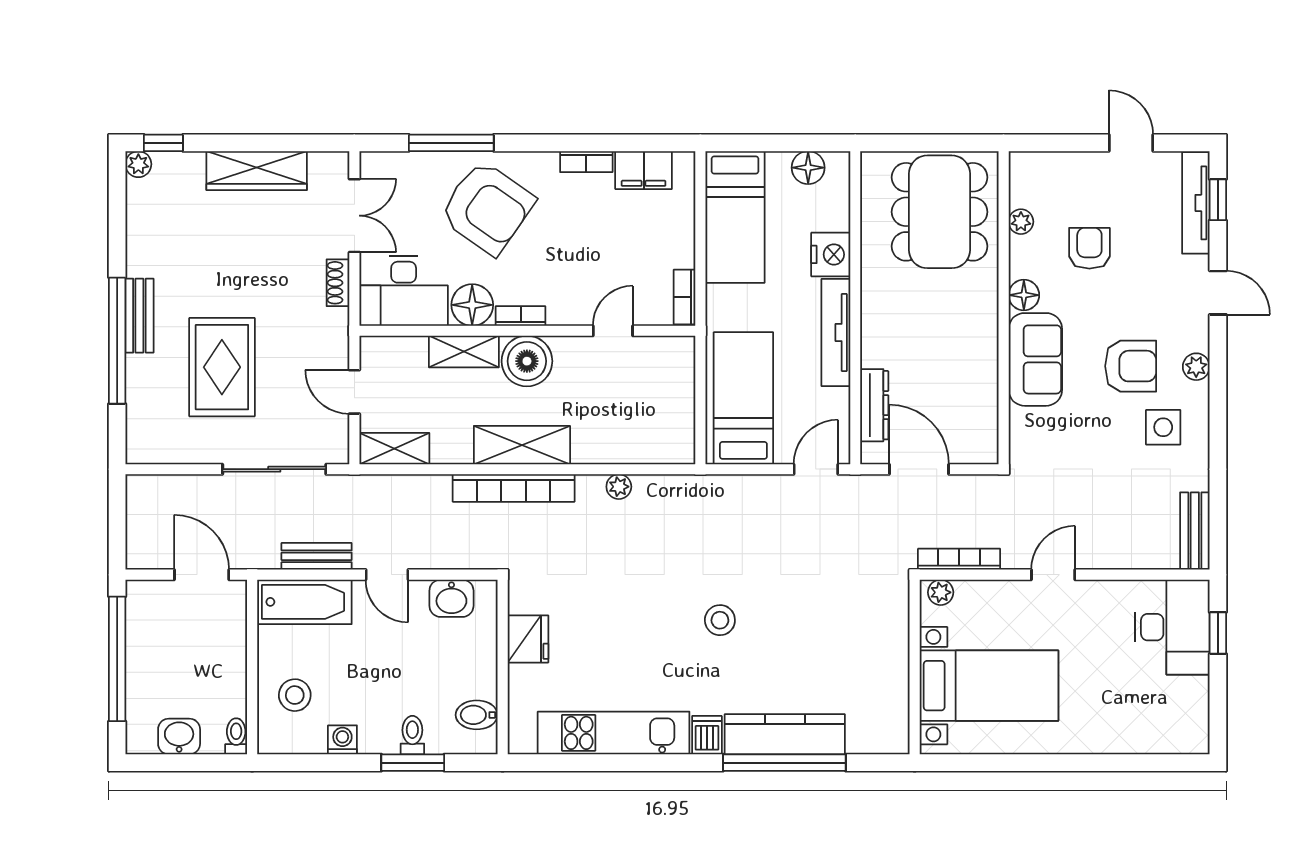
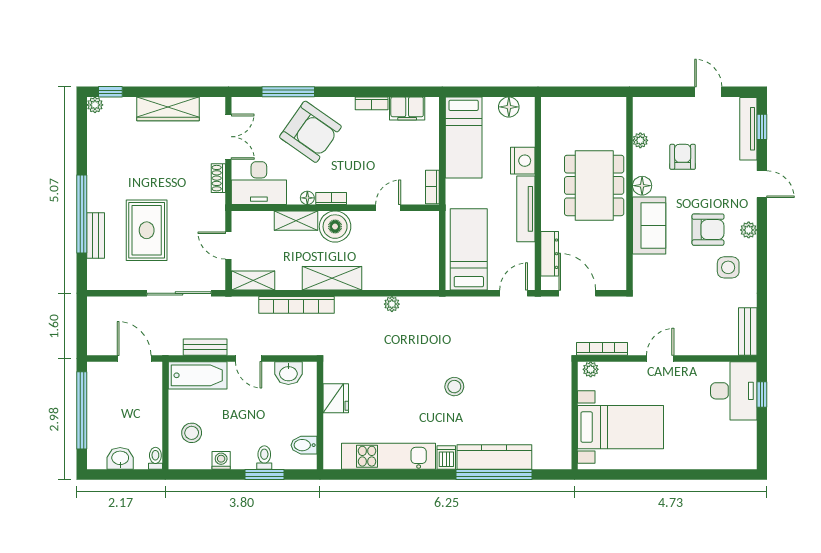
dining table: (940, 212) -> (594, 185), moved
floor lamp: (472, 305) -> (307, 198), width x0.53, depth x0.53
bench: (139, 316) -> (96, 236), moved
bookcase: (514, 488) -> (296, 305), moved

